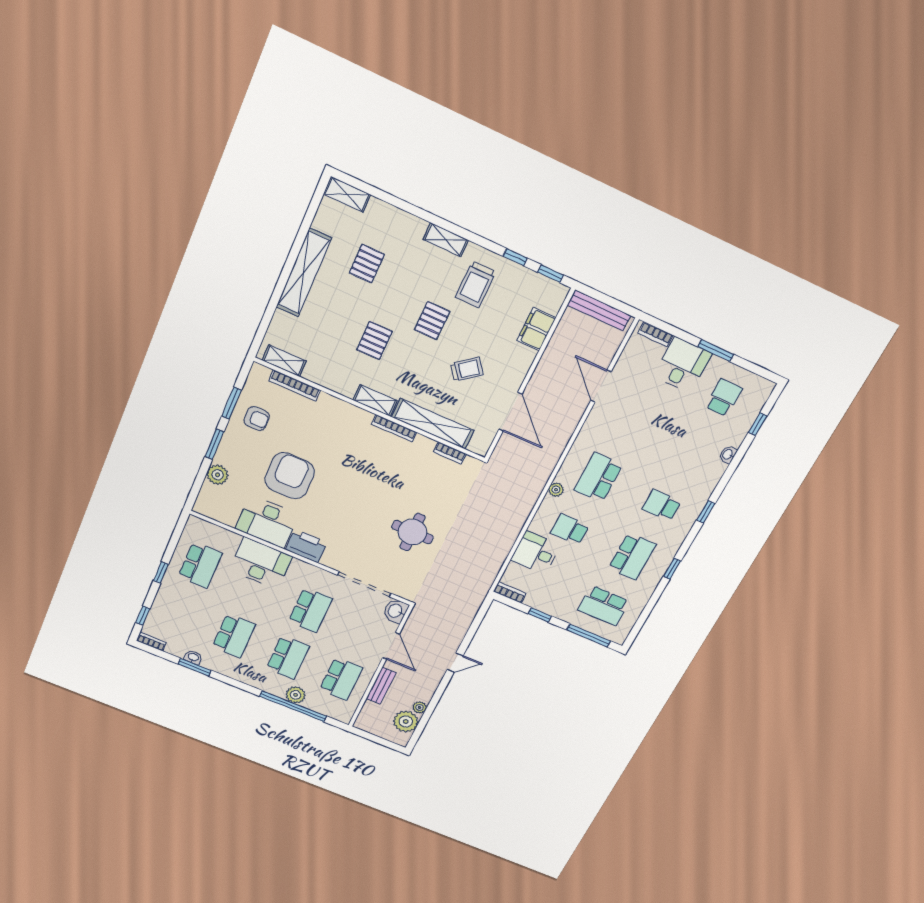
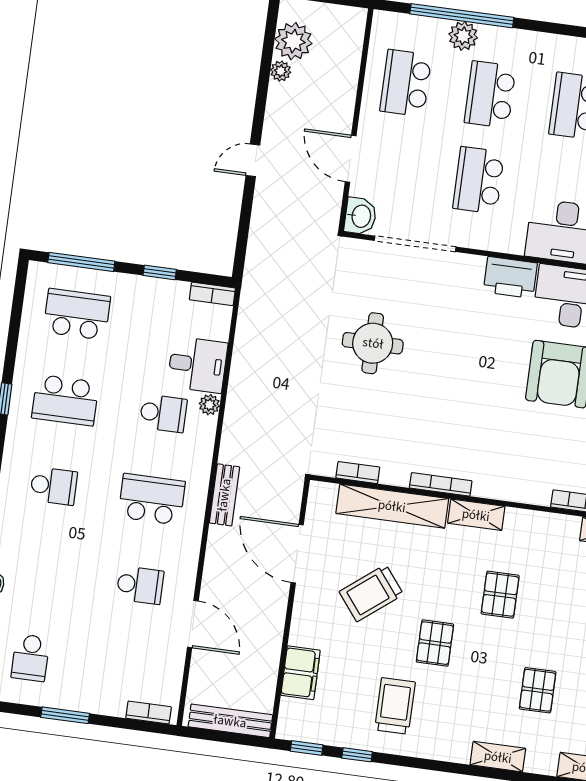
shelving: (446, 240) -> (498, 757), moved
desk: (682, 365) -> (100, 684), removed
trolley: (467, 369) -> (371, 593), width x1.36, depth x1.39
school desk: (628, 423) -> (140, 585), added
school desk: (598, 477) -> (152, 499), turned -90
plant: (556, 490) -> (209, 405), moved
school desk: (632, 556) -> (65, 400), turned -90
bench: (381, 686) -> (224, 495), moved

